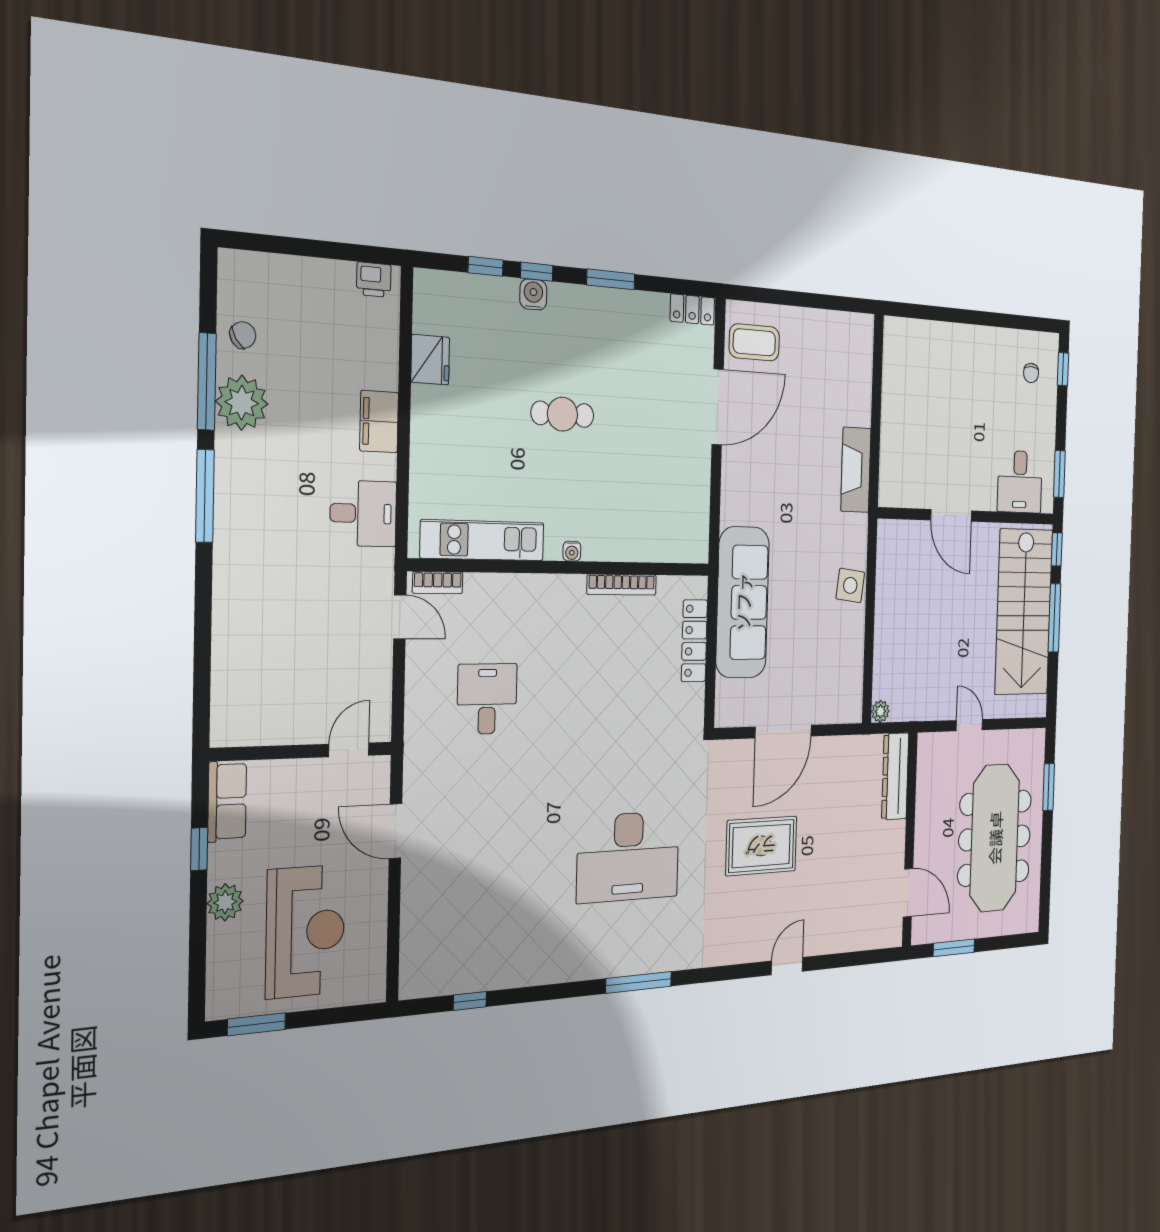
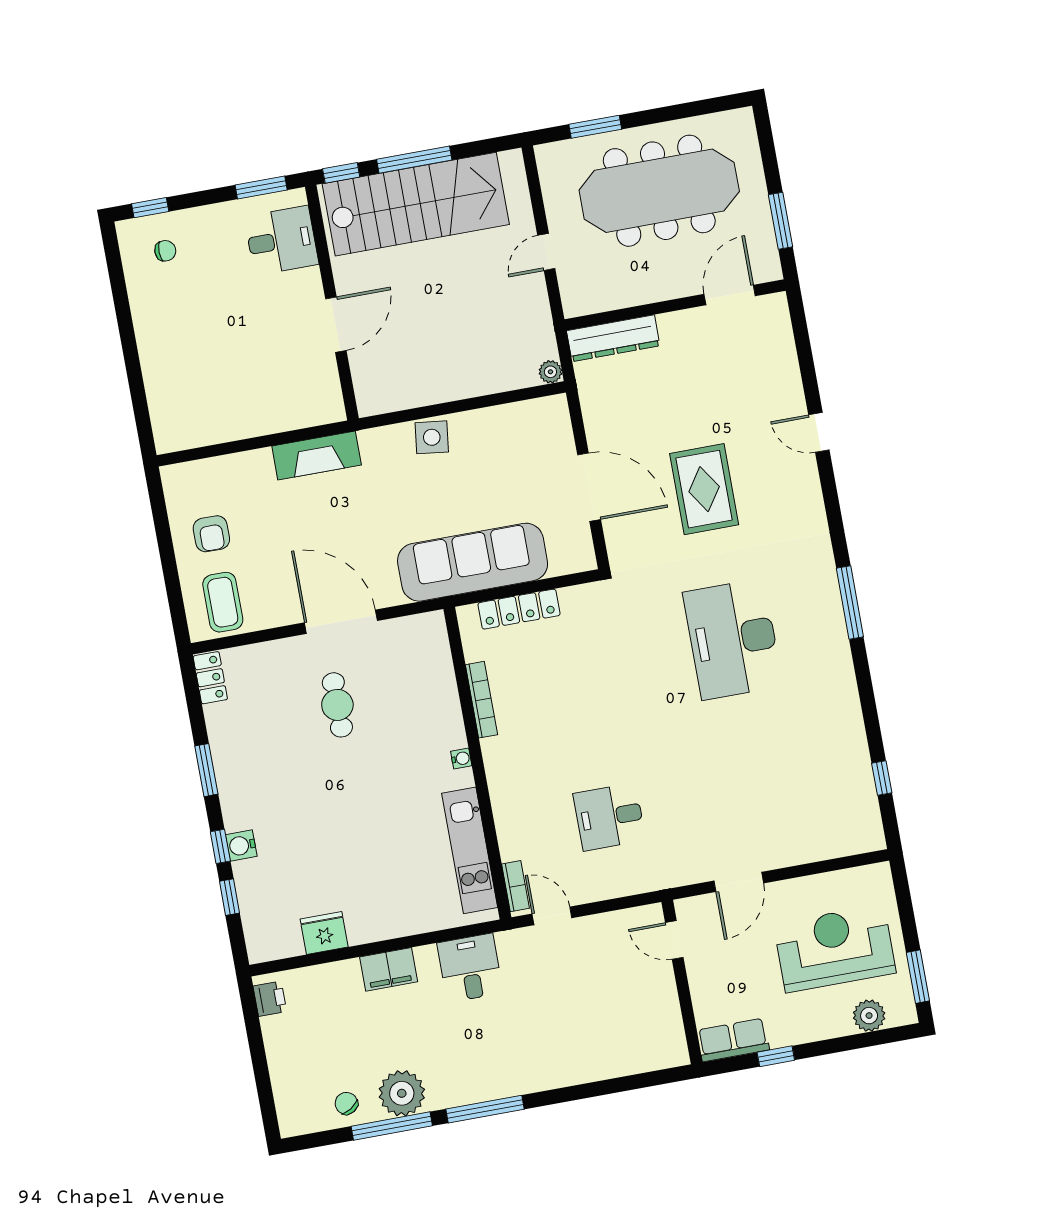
armchair: (812, 349) -> (211, 534), added
door: (718, 407) -> (341, 622), moved
cafe table: (562, 414) -> (337, 705), moved
door: (400, 617) -> (552, 916), hinge flipped
desk: (628, 857) -> (733, 639), turned 180
plant: (225, 902) -> (869, 1016), moved

